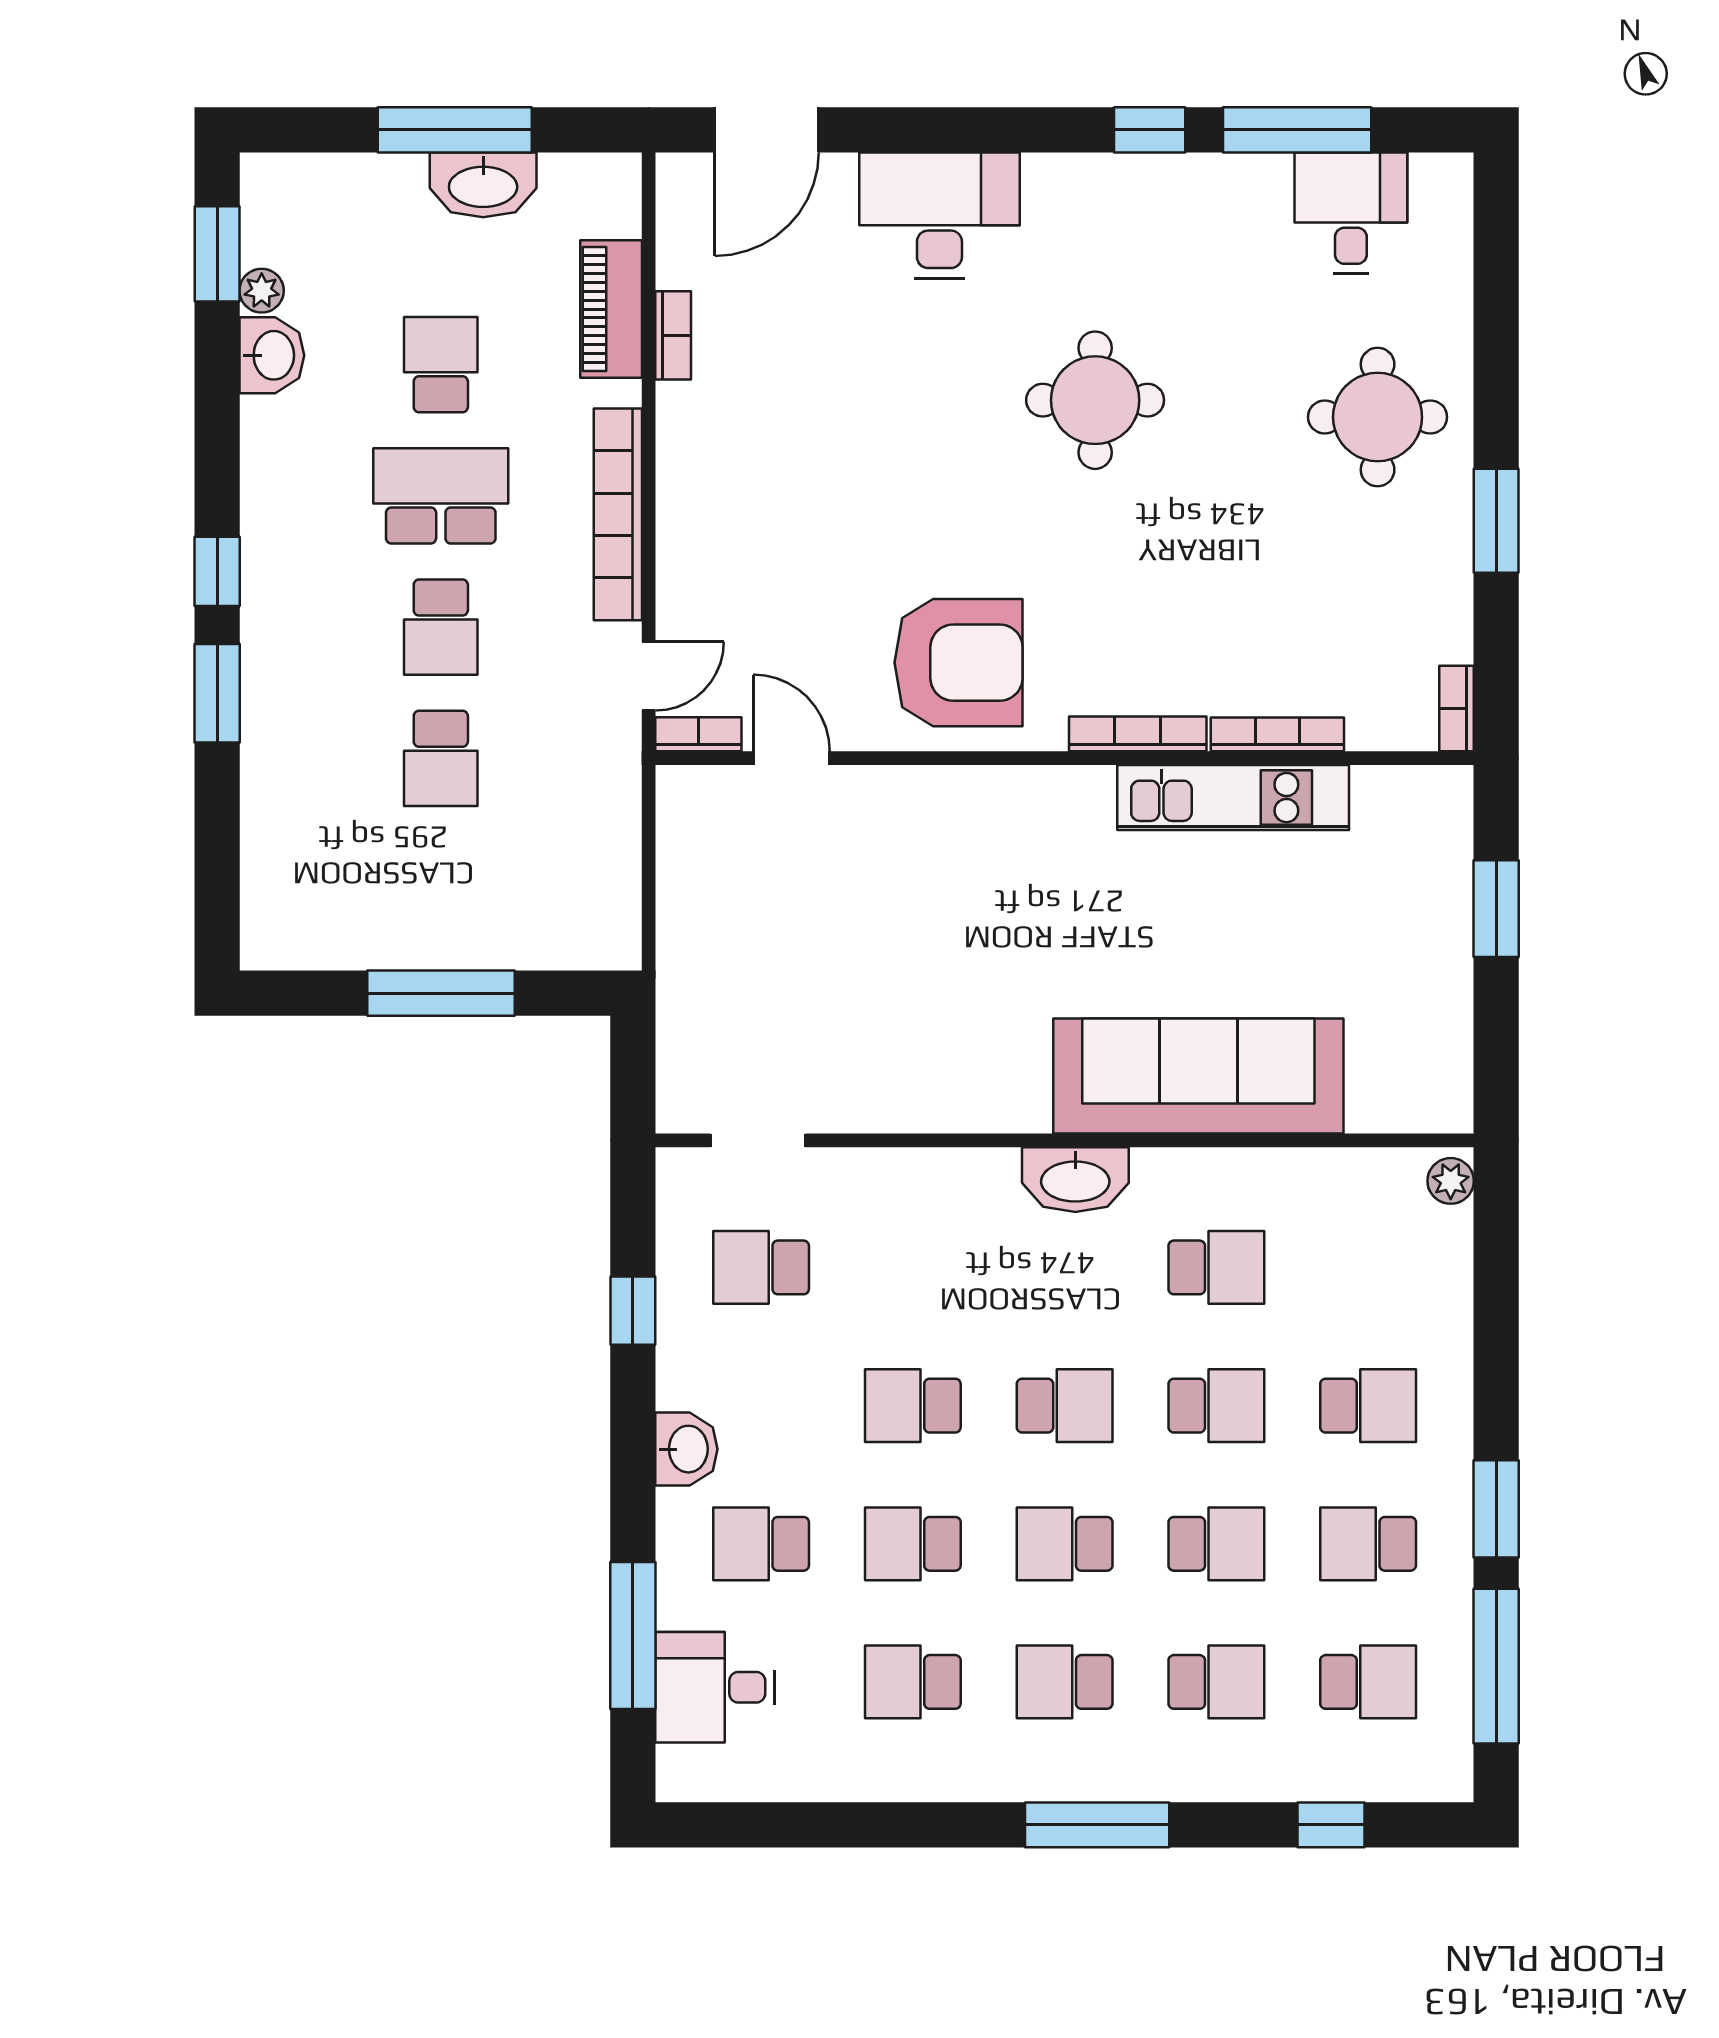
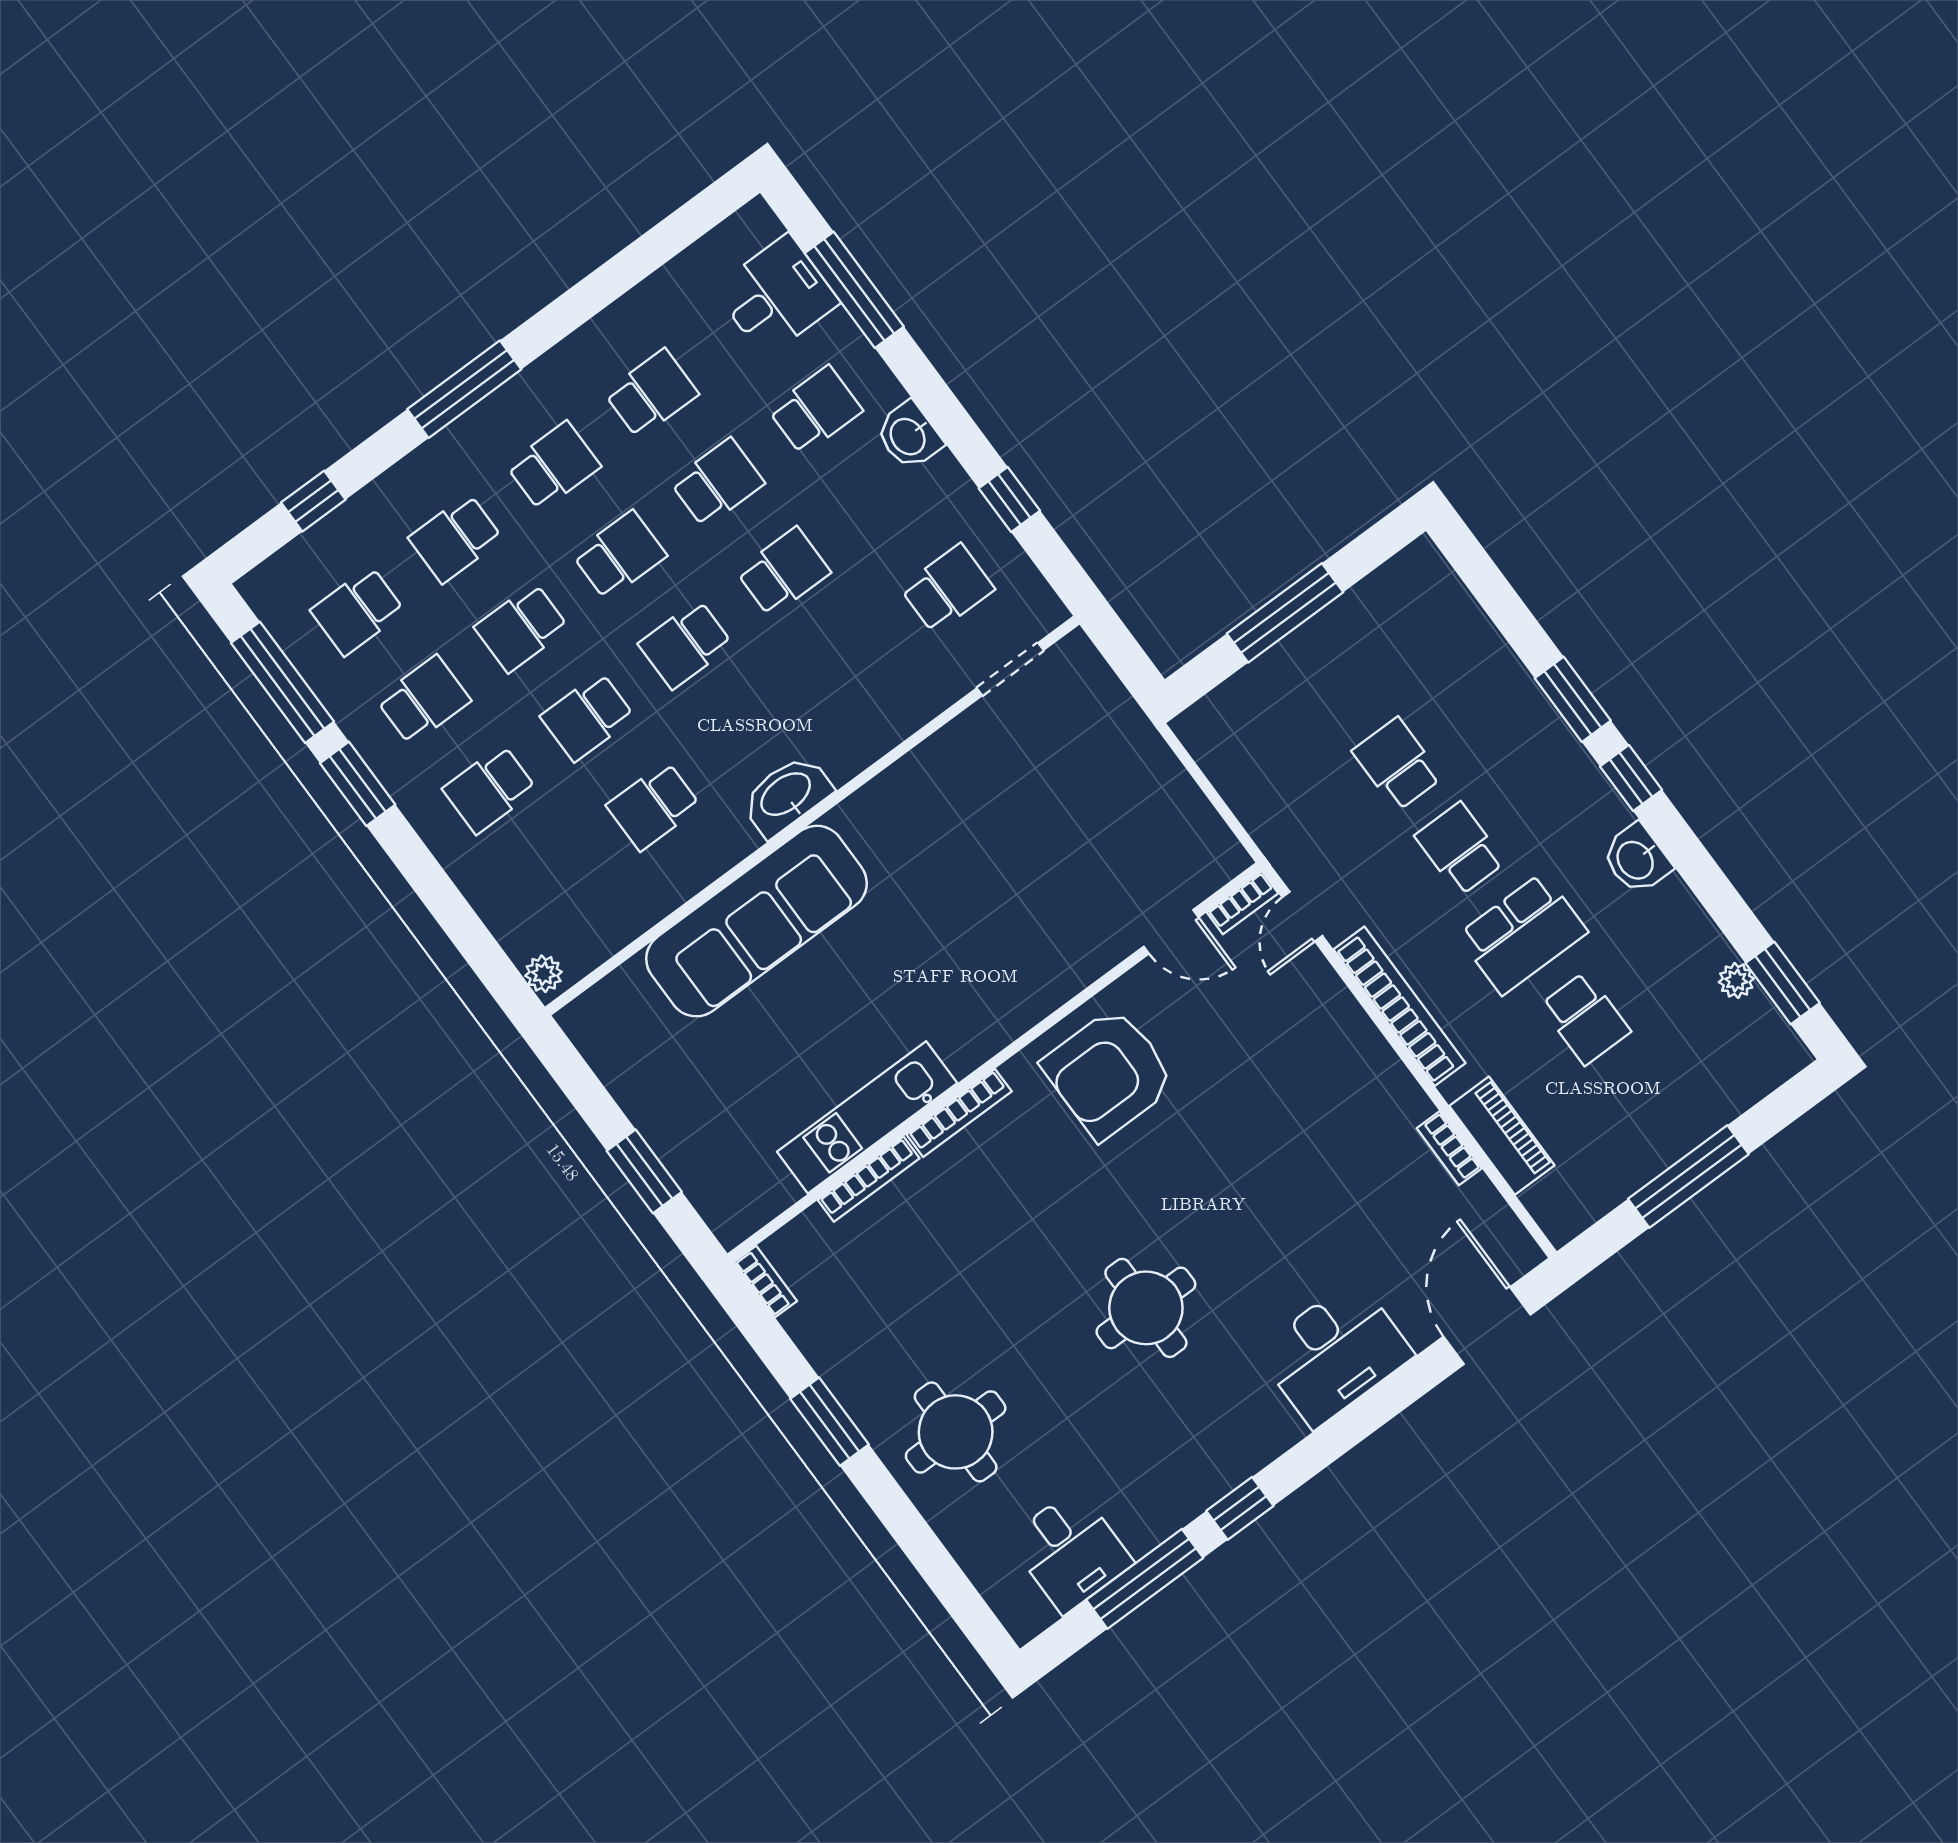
washbasin: (483, 185) -> (1644, 1155), removed
washbasin: (272, 355) -> (1636, 859), moved

